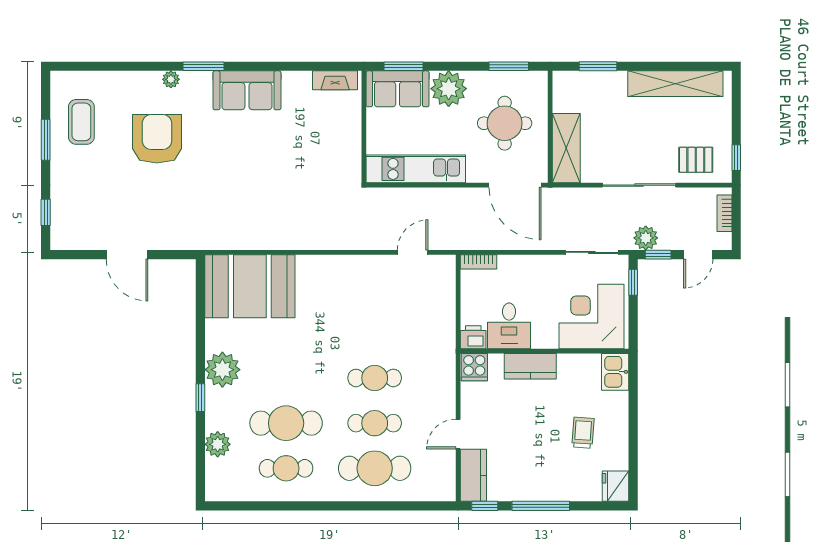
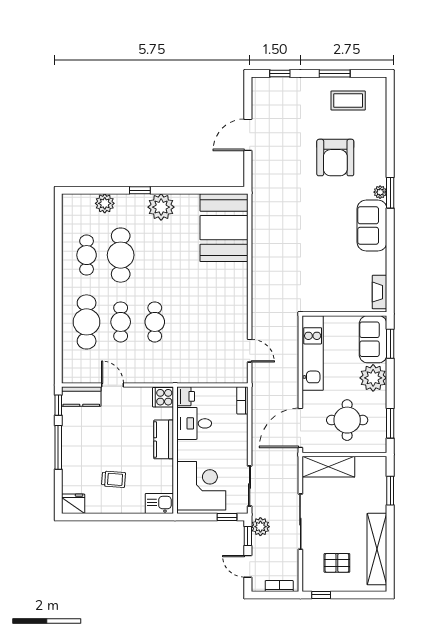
plant: (171, 79) -> (380, 192), moved
armchair: (157, 139) -> (335, 158), turned 90
pallet: (696, 160) -> (337, 563), moved, turned 90

